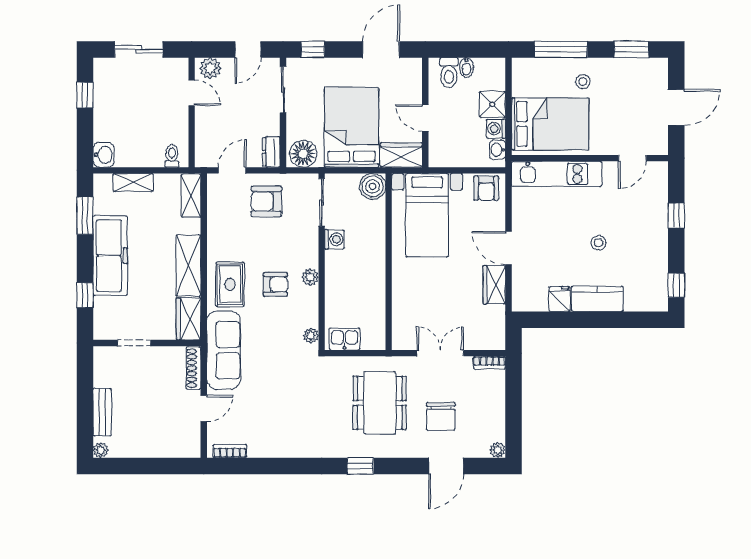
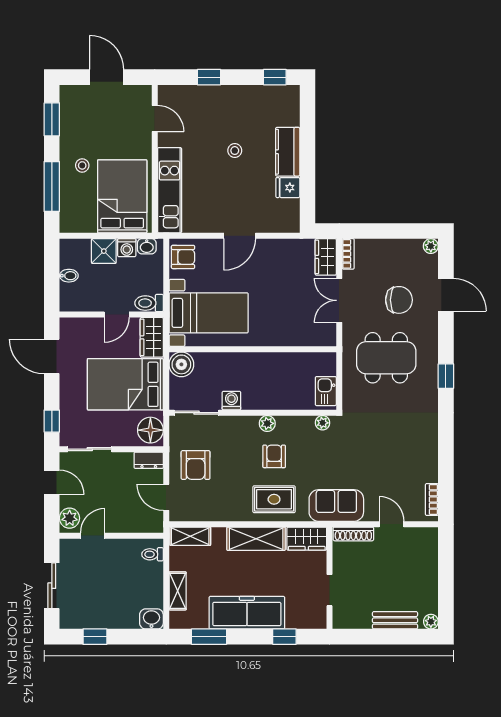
toilet: (449, 73) -> (149, 303), moved, turned 180
wardrobe: (494, 285) -> (326, 257), moved, turned 90
sofa: (223, 350) -> (336, 505), width x0.73

